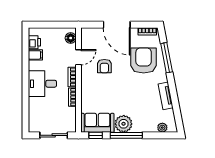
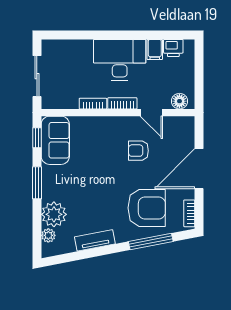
desk: (42, 84) -> (120, 60), width x1.37
plant: (124, 124) -> (54, 214), moved
window: (126, 135) -> (37, 183), width x0.69

